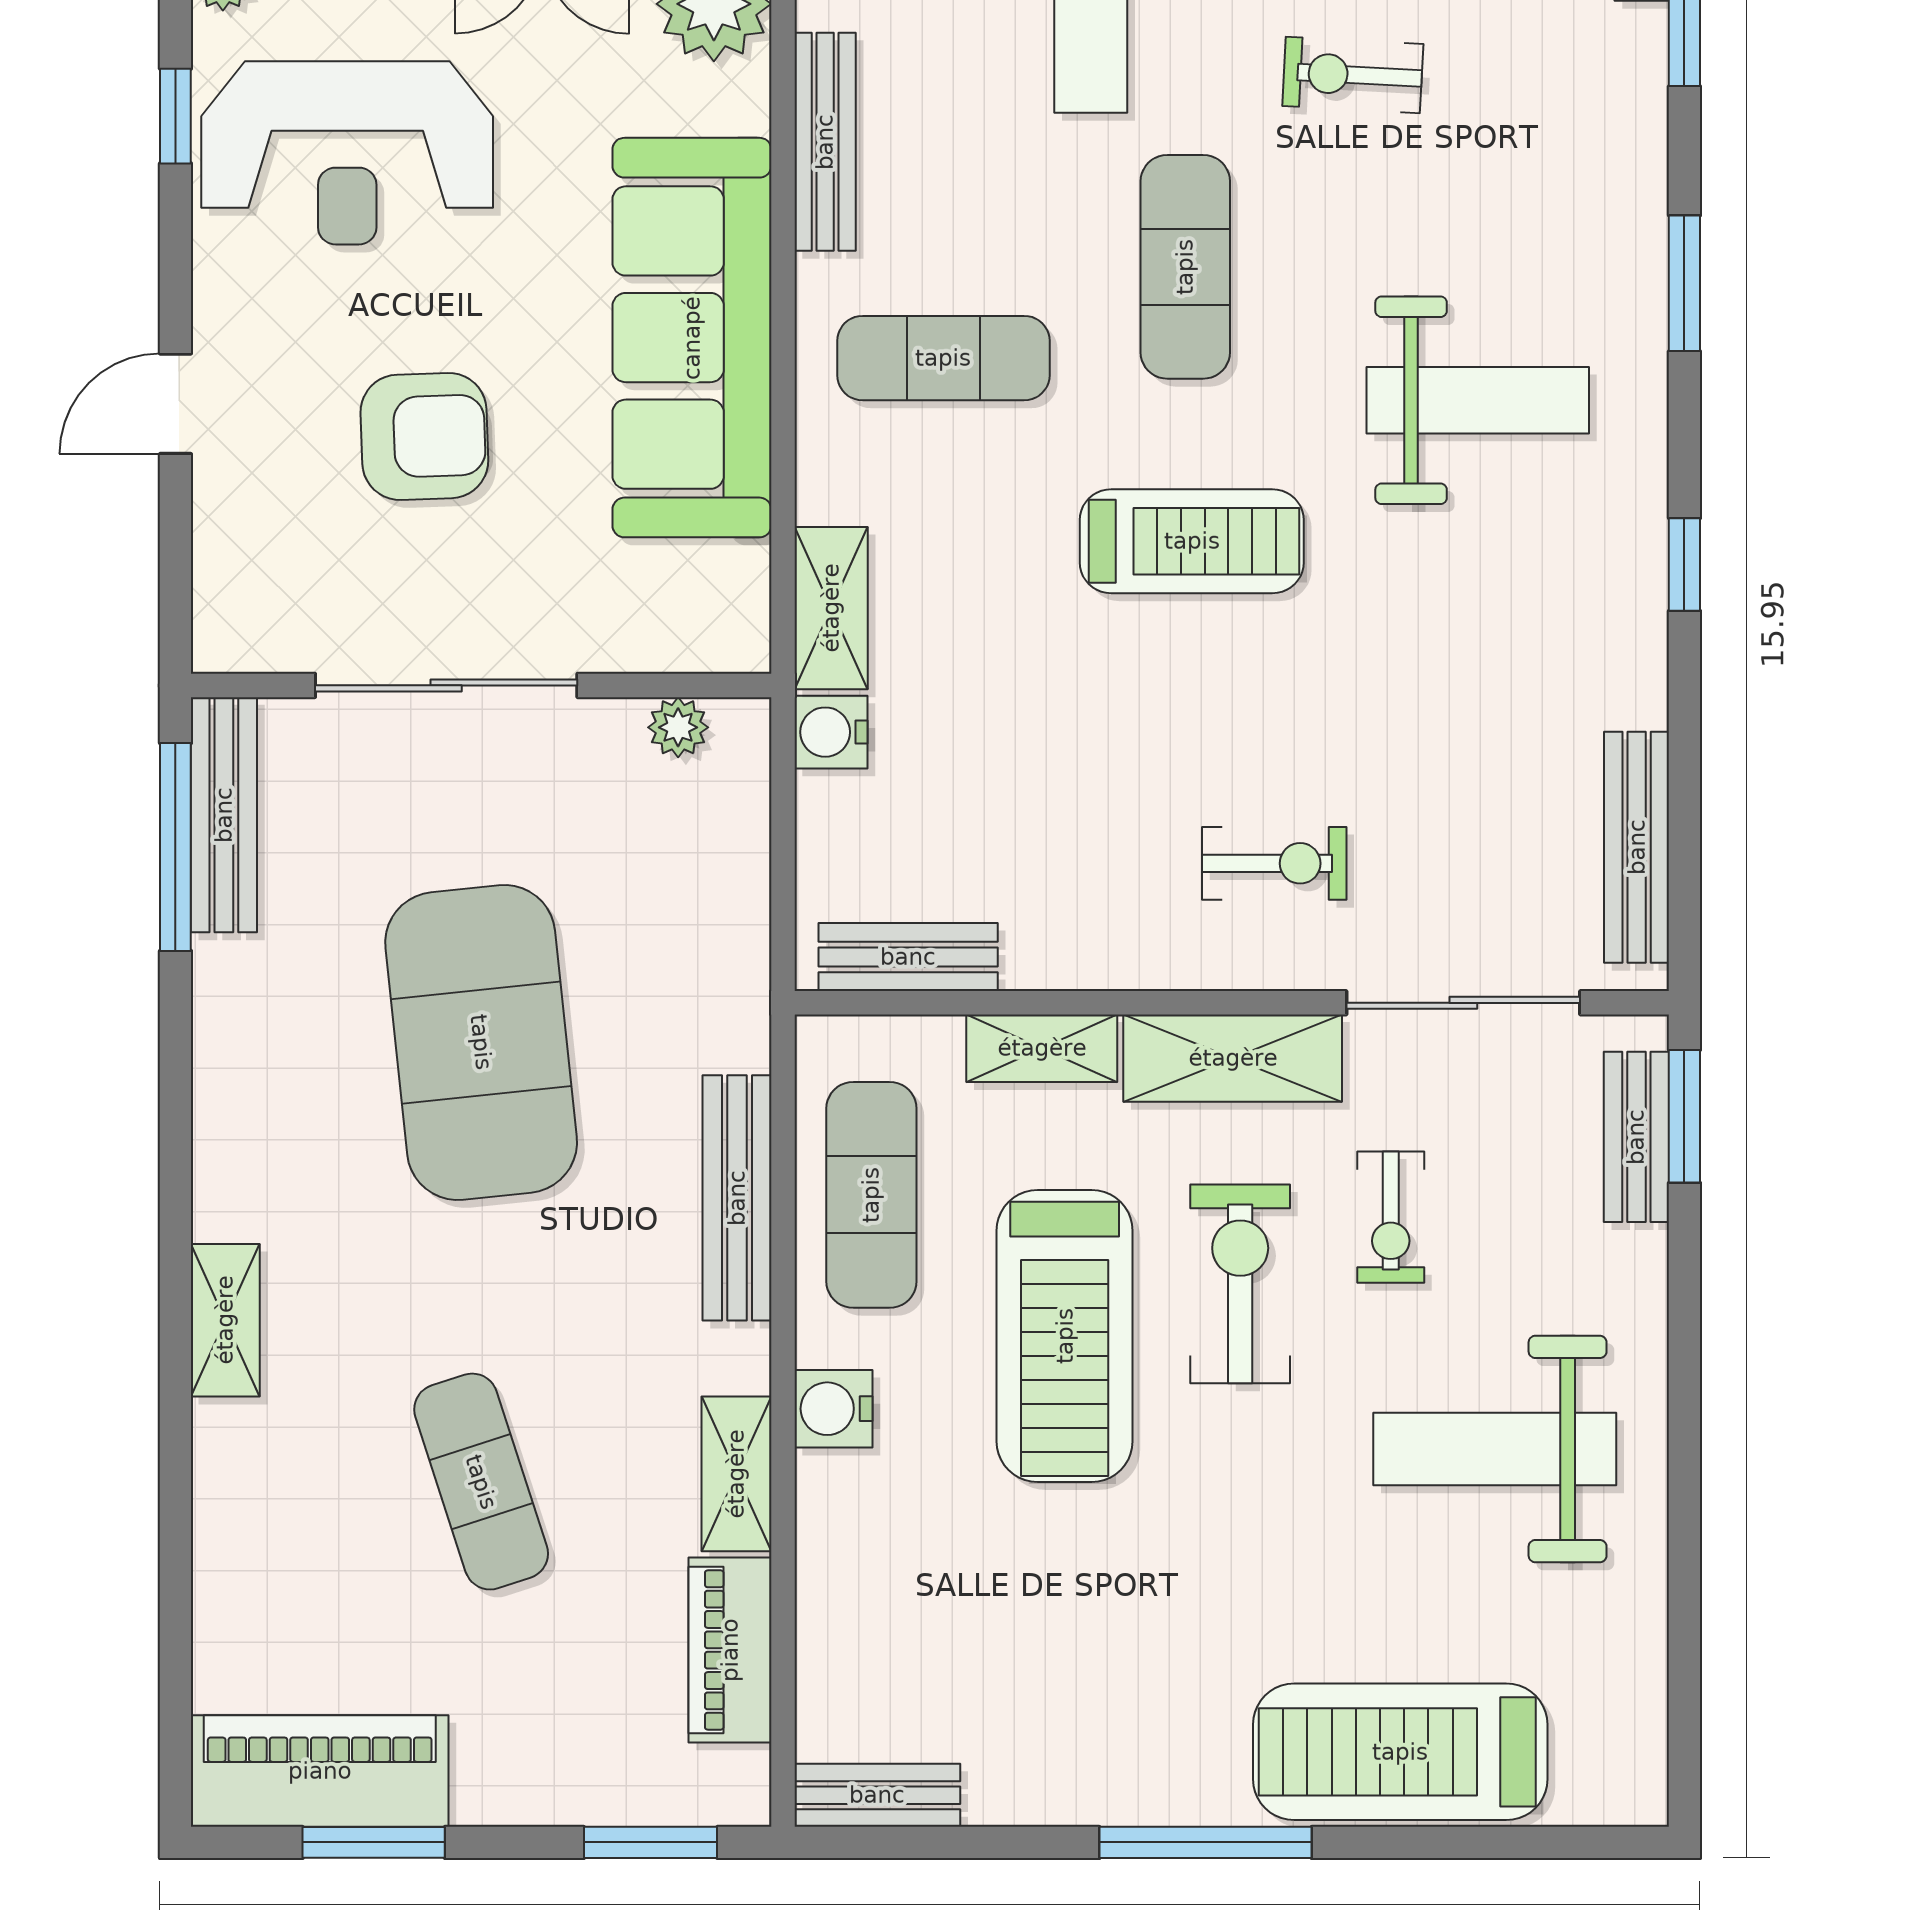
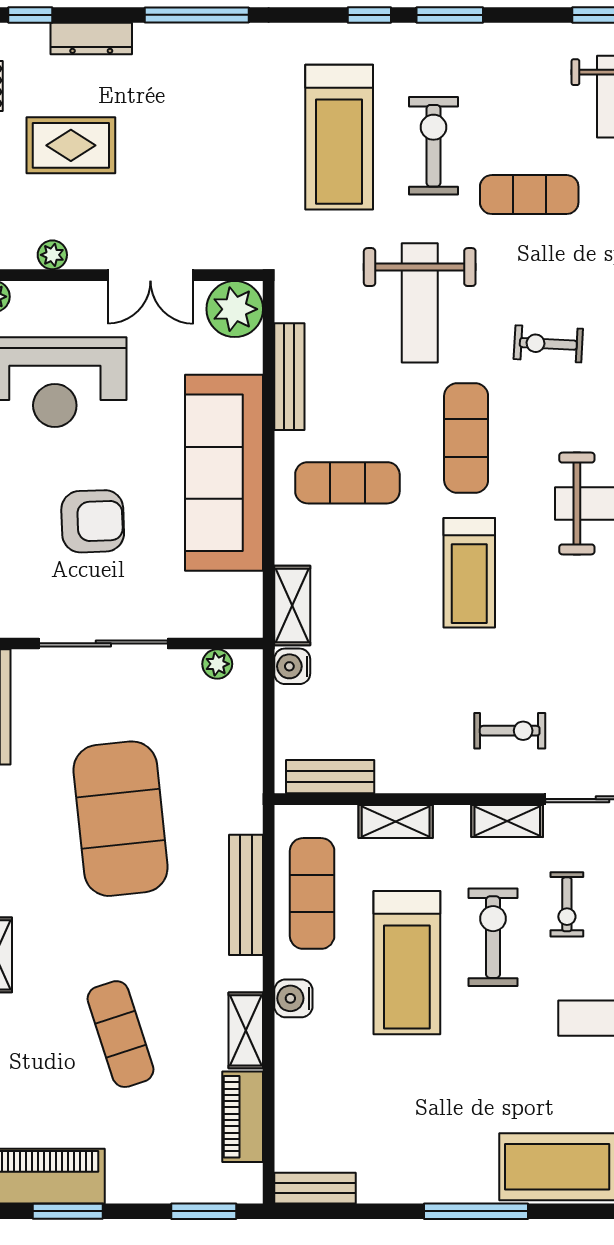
treadmill: (1192, 541) -> (469, 573), turned 90
shelving: (1233, 1058) -> (507, 821), width x0.67, depth x0.75

